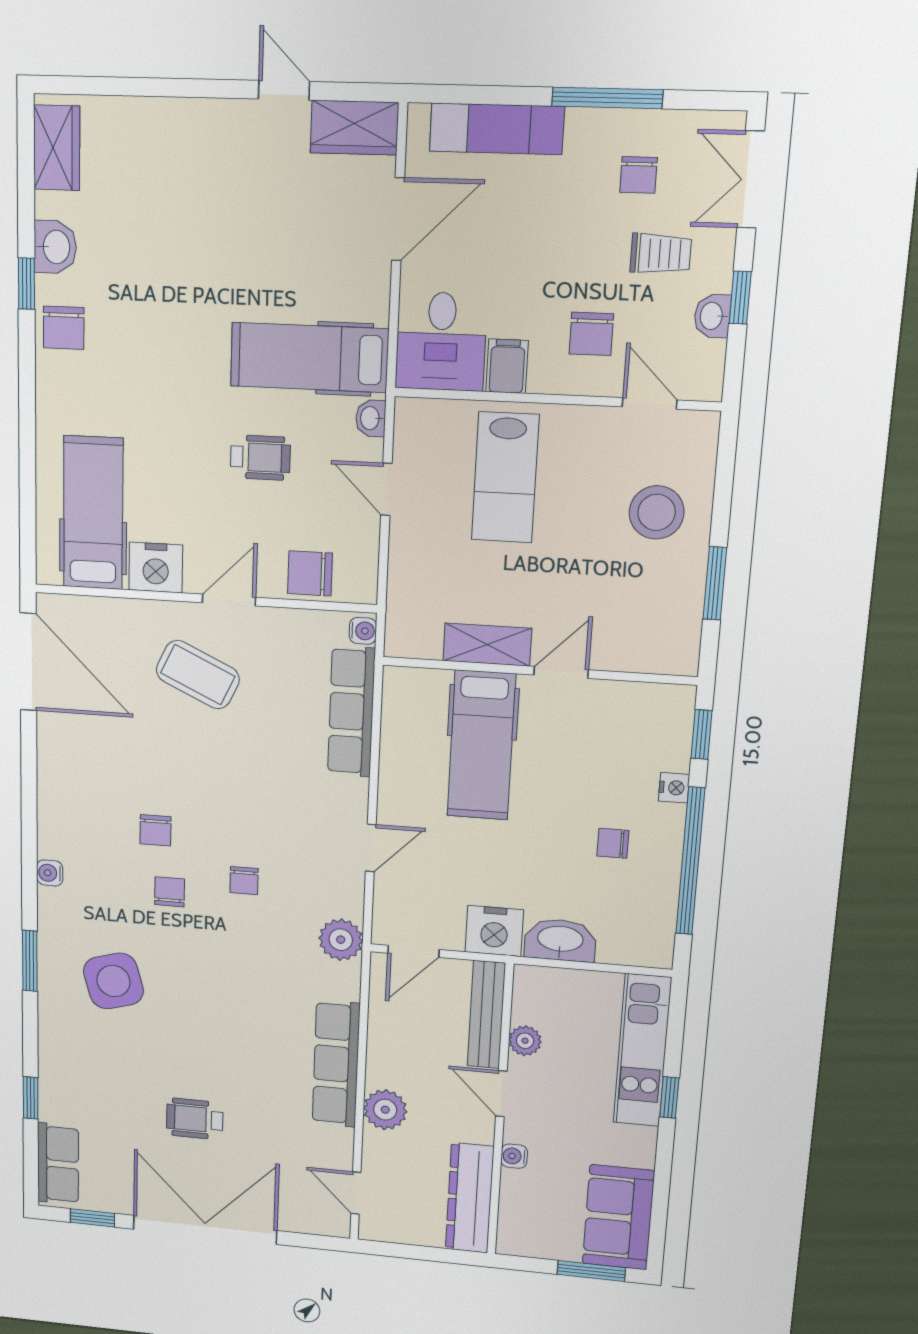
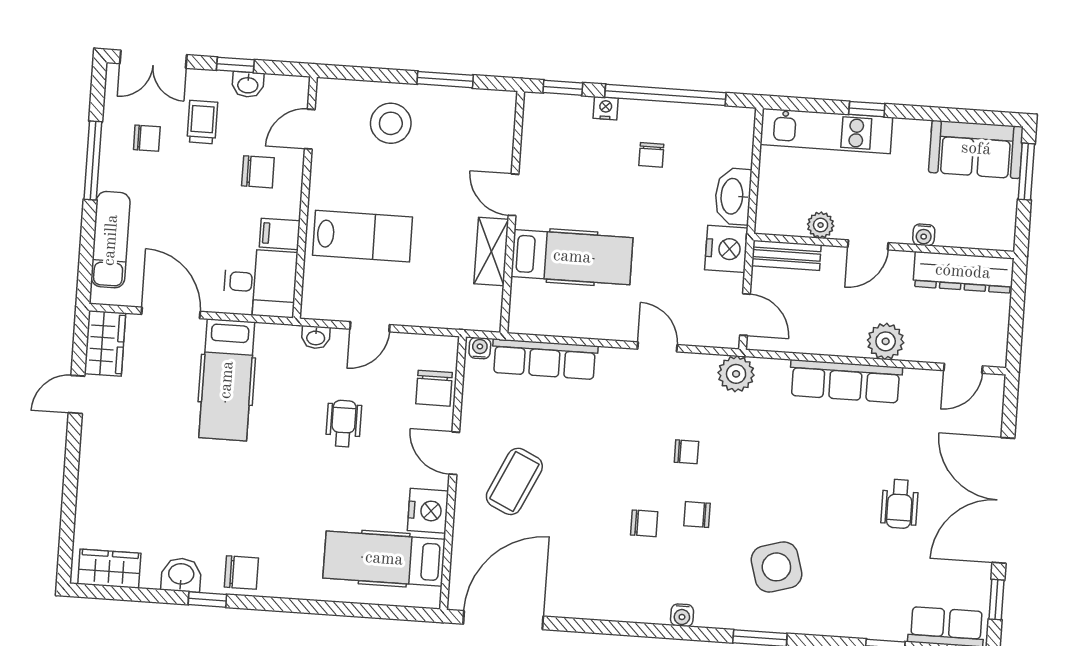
hospital bed: (309, 357) -> (227, 380), moved
bench: (486, 1015) -> (786, 255), width x0.73

